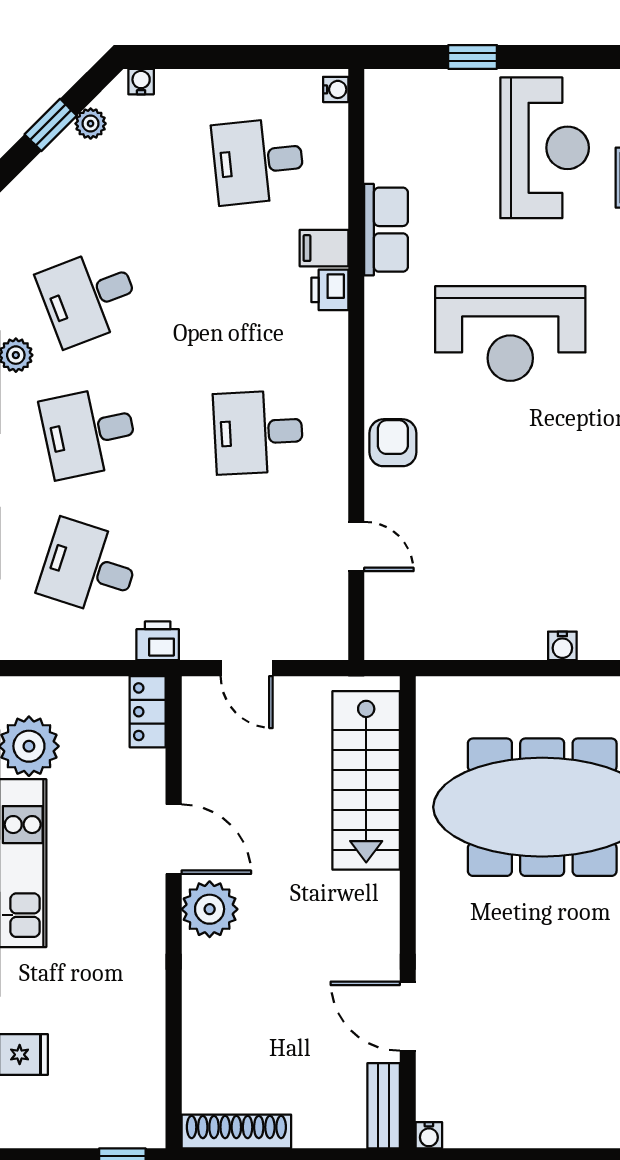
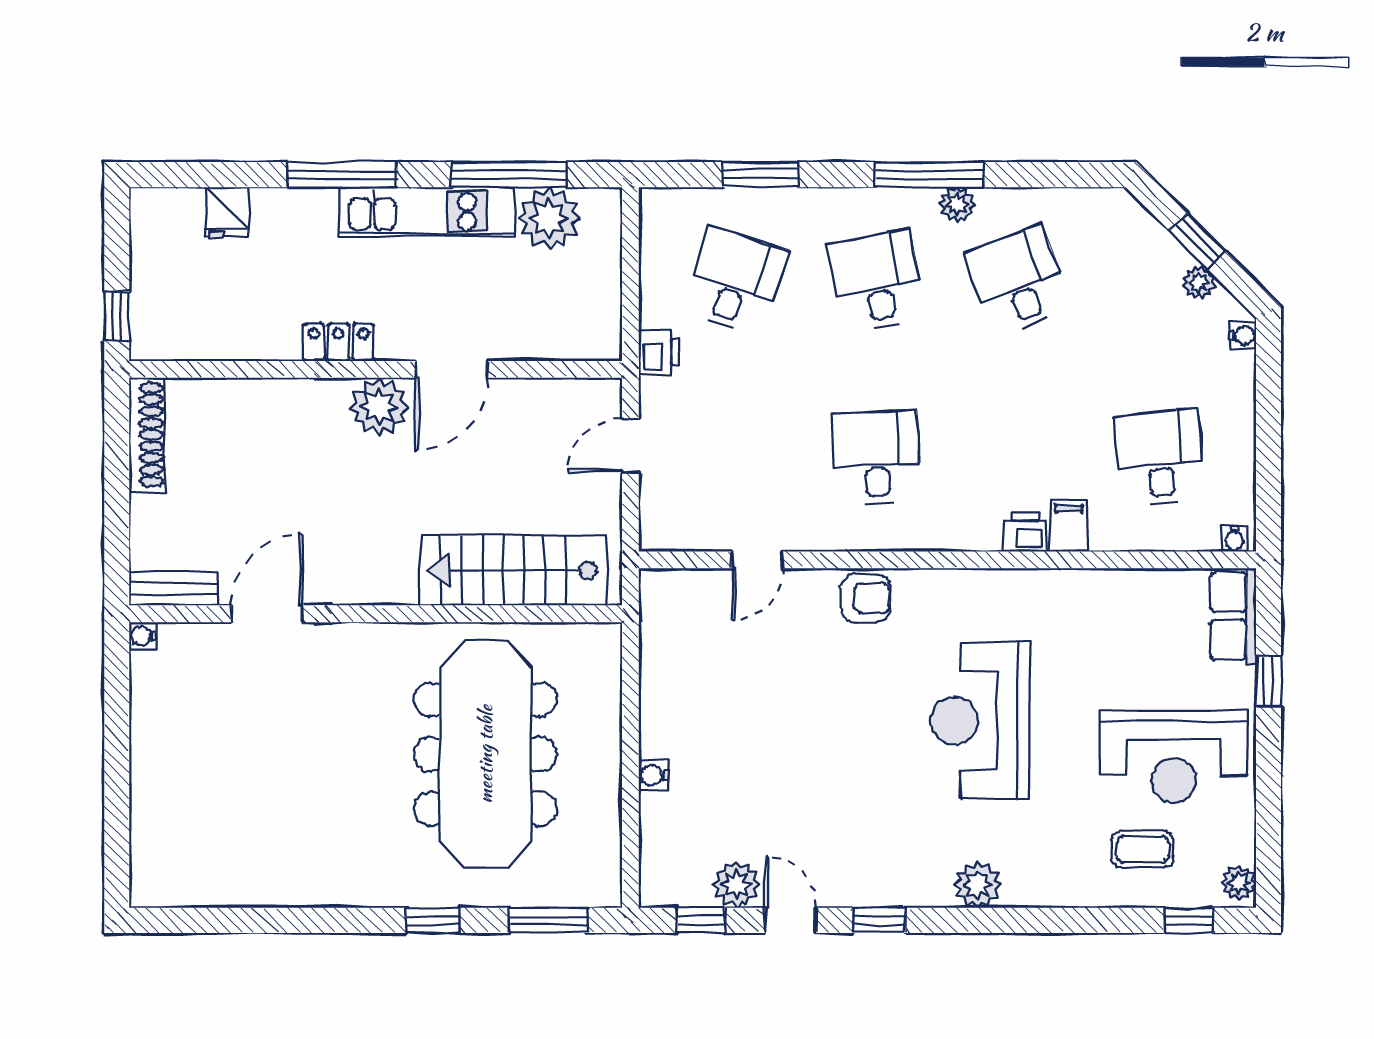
row of seats: (386, 230) -> (1233, 616), moved, turned 90
locker: (148, 712) -> (338, 342), moved

